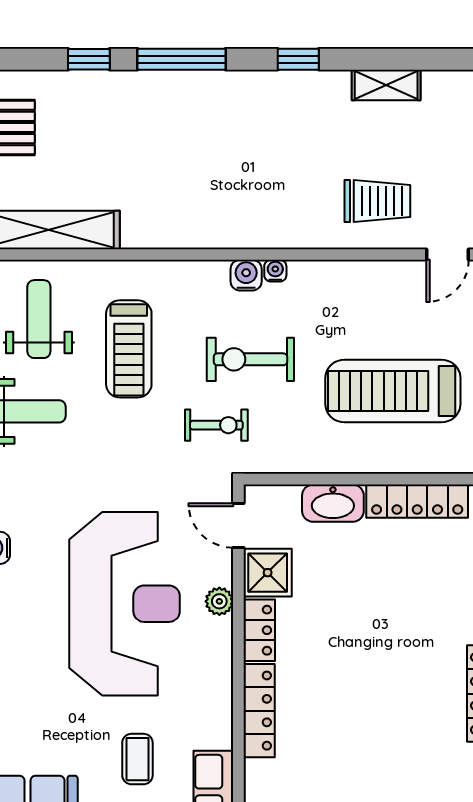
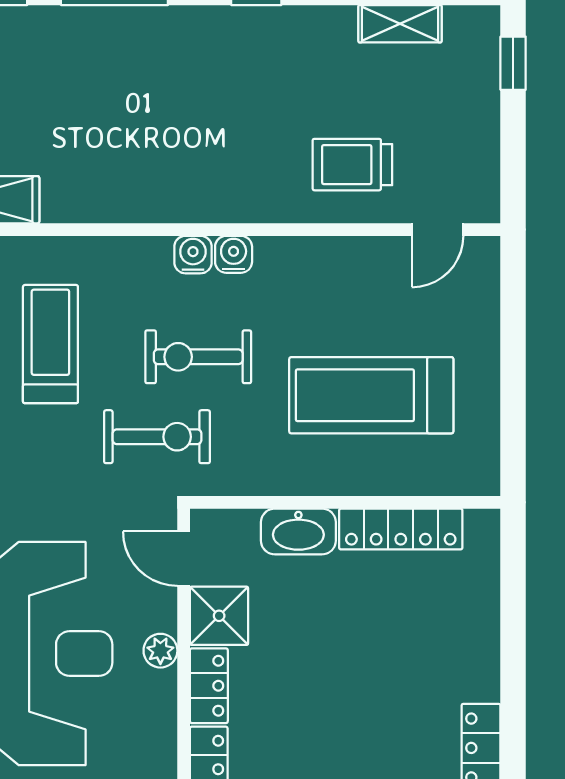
shelving: (386, 85) -> (400, 24), moved
trolley: (377, 201) -> (352, 165), turned 180
water cooler: (275, 271) -> (234, 254), width x1.38, depth x1.38
treadmill: (129, 349) -> (50, 344), turned 180
exercise bike: (216, 425) -> (157, 437), width x1.38, depth x1.39

